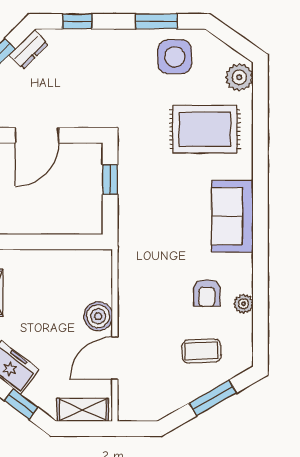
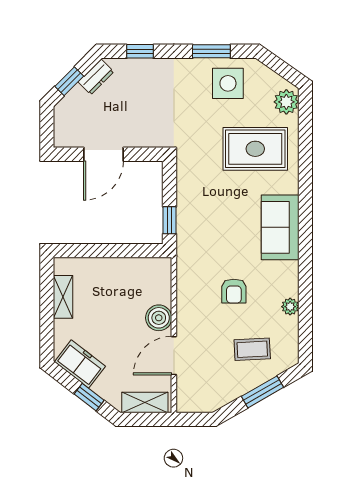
window: (110, 179) -> (170, 220), moved
armchair: (207, 293) -> (234, 291), moved

